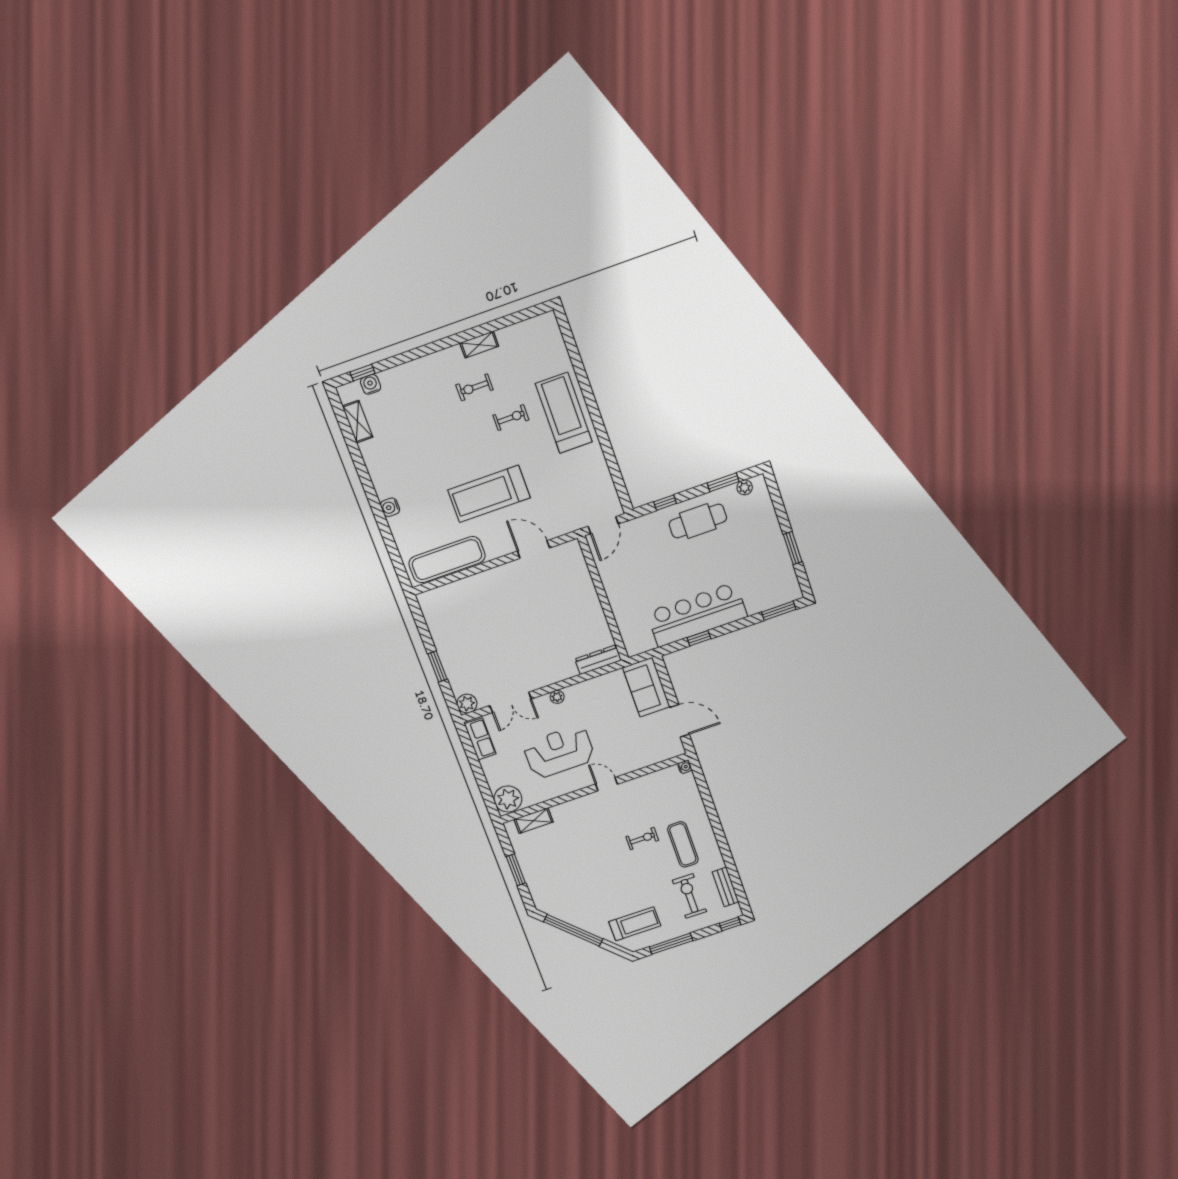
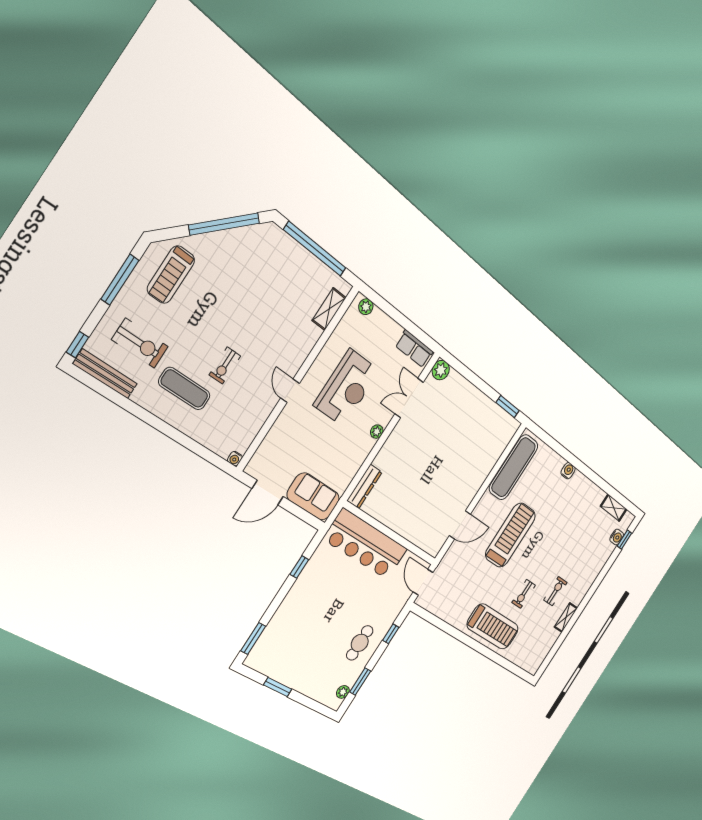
cafe table: (698, 521) -> (360, 643), width x0.73, depth x0.74
bar counter: (697, 615) -> (366, 544), moved, turned 90
window: (437, 666) -> (508, 407), moved
door: (606, 784) -> (290, 391), swing flipped
plant: (508, 799) -> (366, 307), width x0.53, depth x0.53
window: (516, 870) -> (315, 249), width x2.11
bench: (725, 887) -> (105, 374), width x1.36

